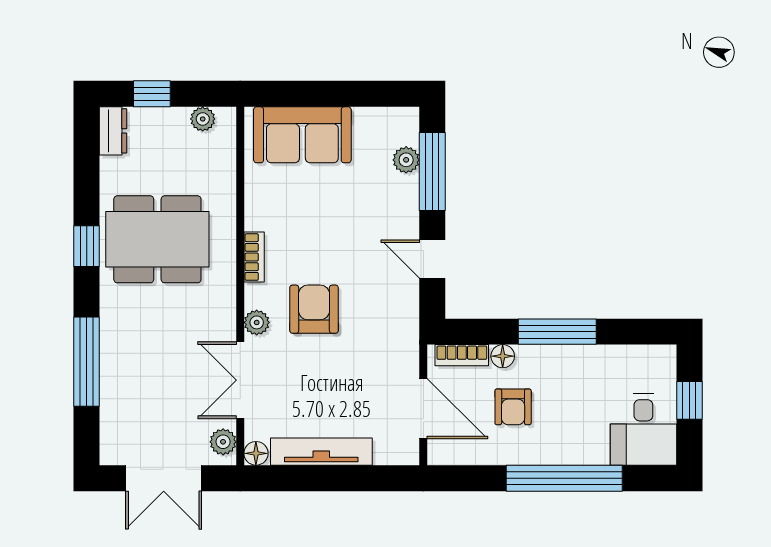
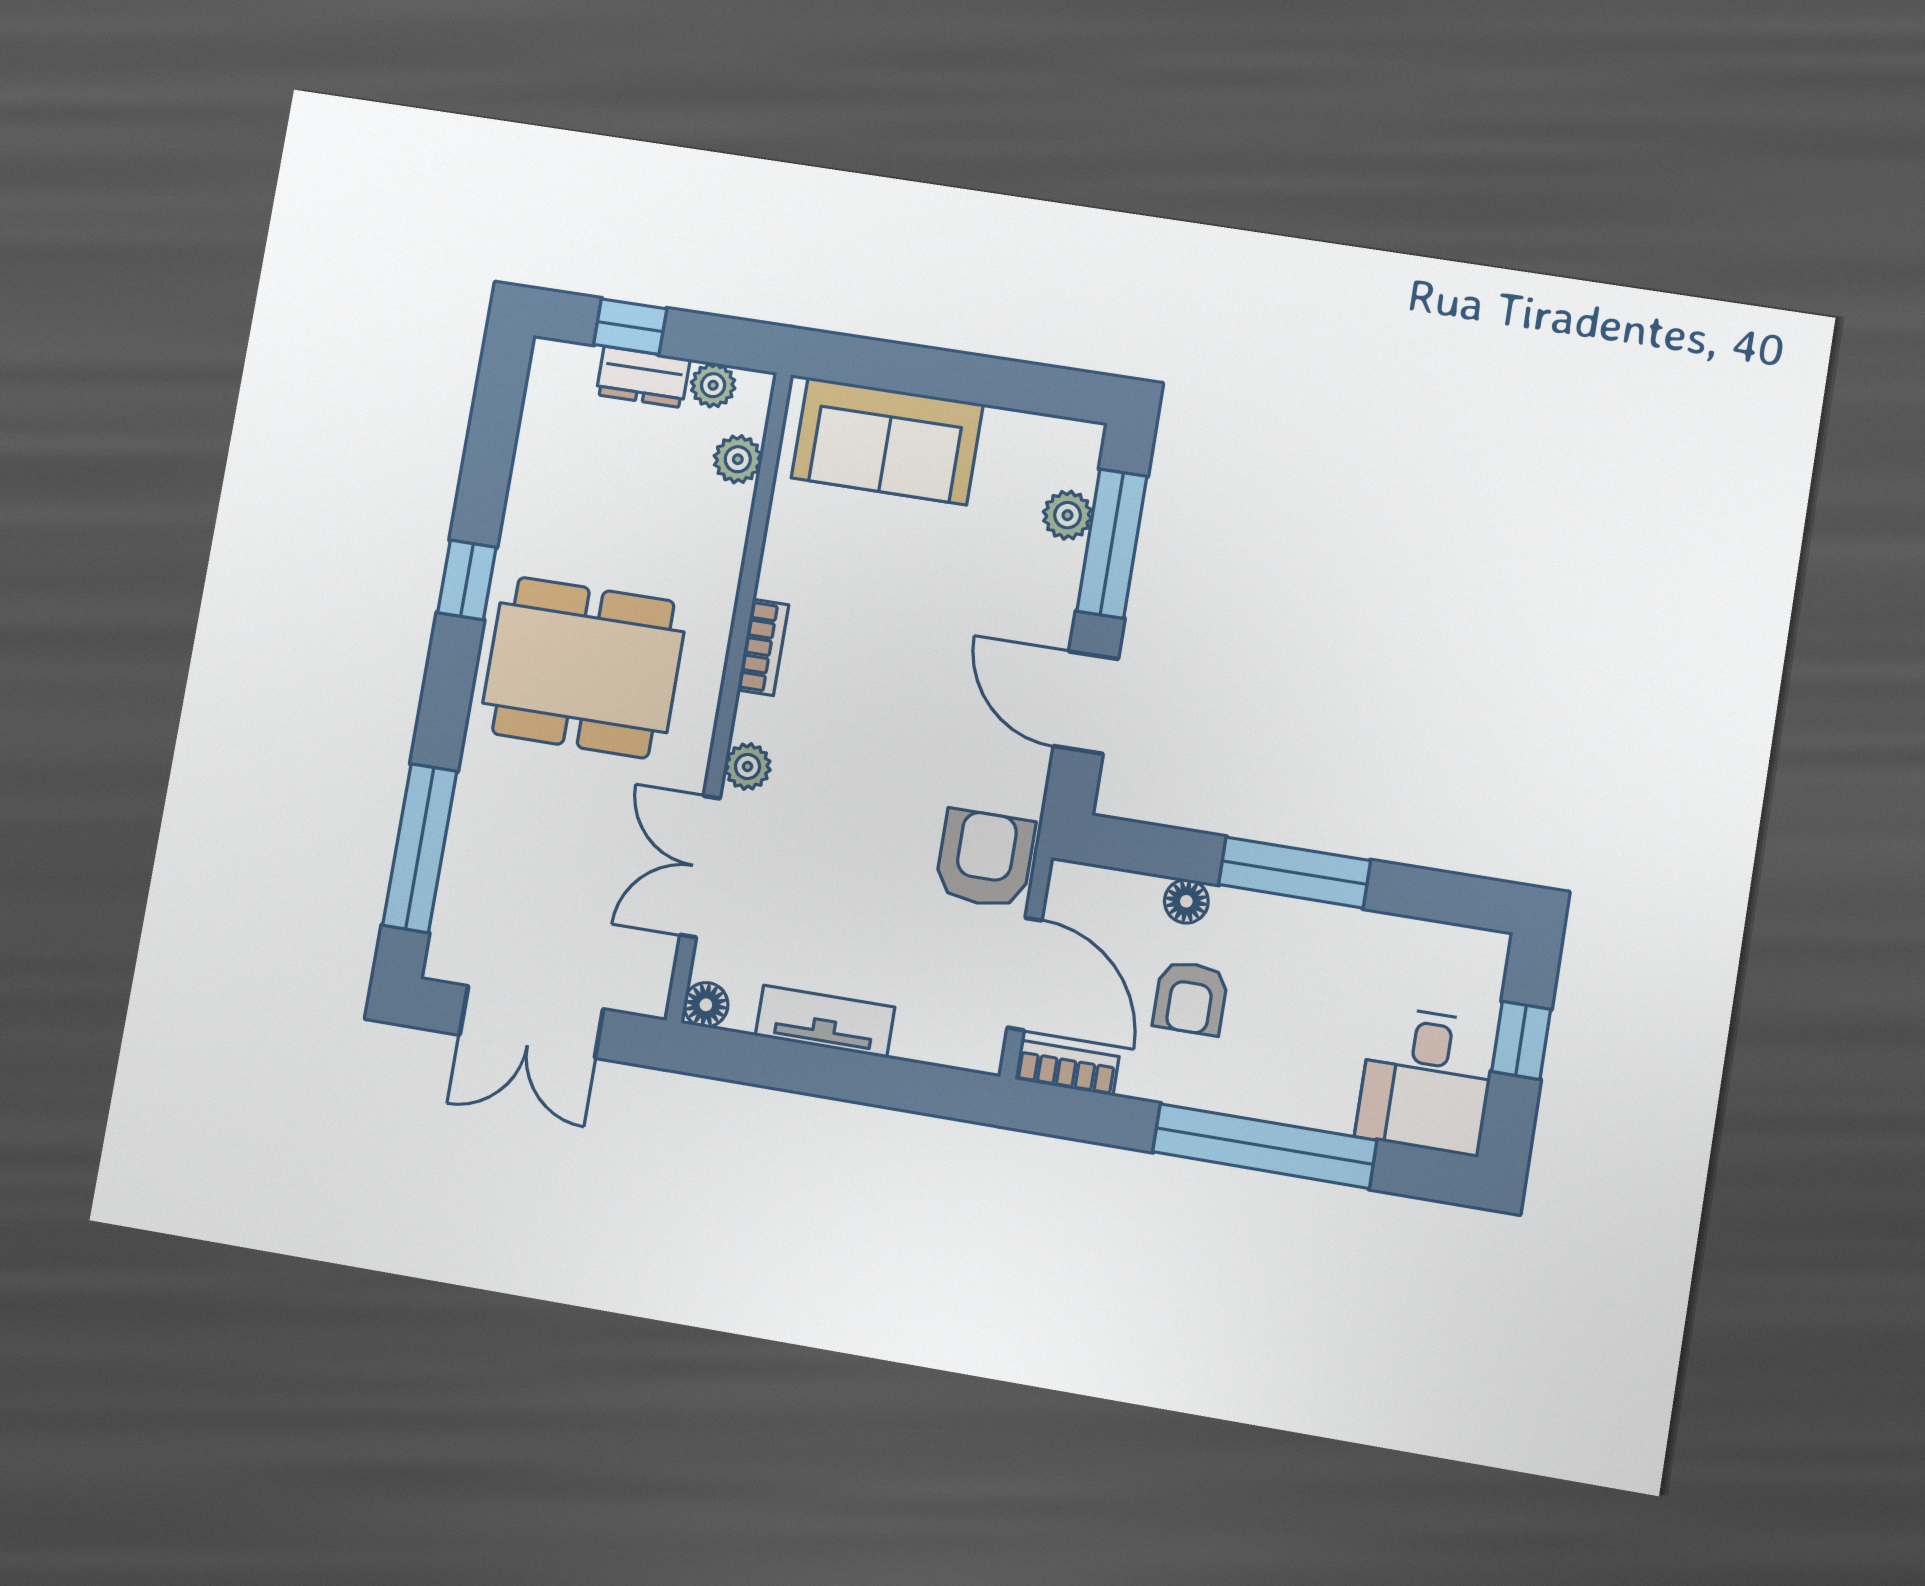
dresser: (113, 131) -> (643, 377), moved, turned 90
dining table: (157, 239) -> (583, 668), moved
door: (432, 259) -> (1086, 703), width x1.38
armchair: (314, 309) -> (985, 859), moved
bookcase: (462, 355) -> (1067, 1068), moved, turned 180
window: (87, 362) -> (420, 848), moved
plant: (223, 442) -> (738, 459), moved
tv unit: (321, 452) -> (825, 1021), width x0.71

